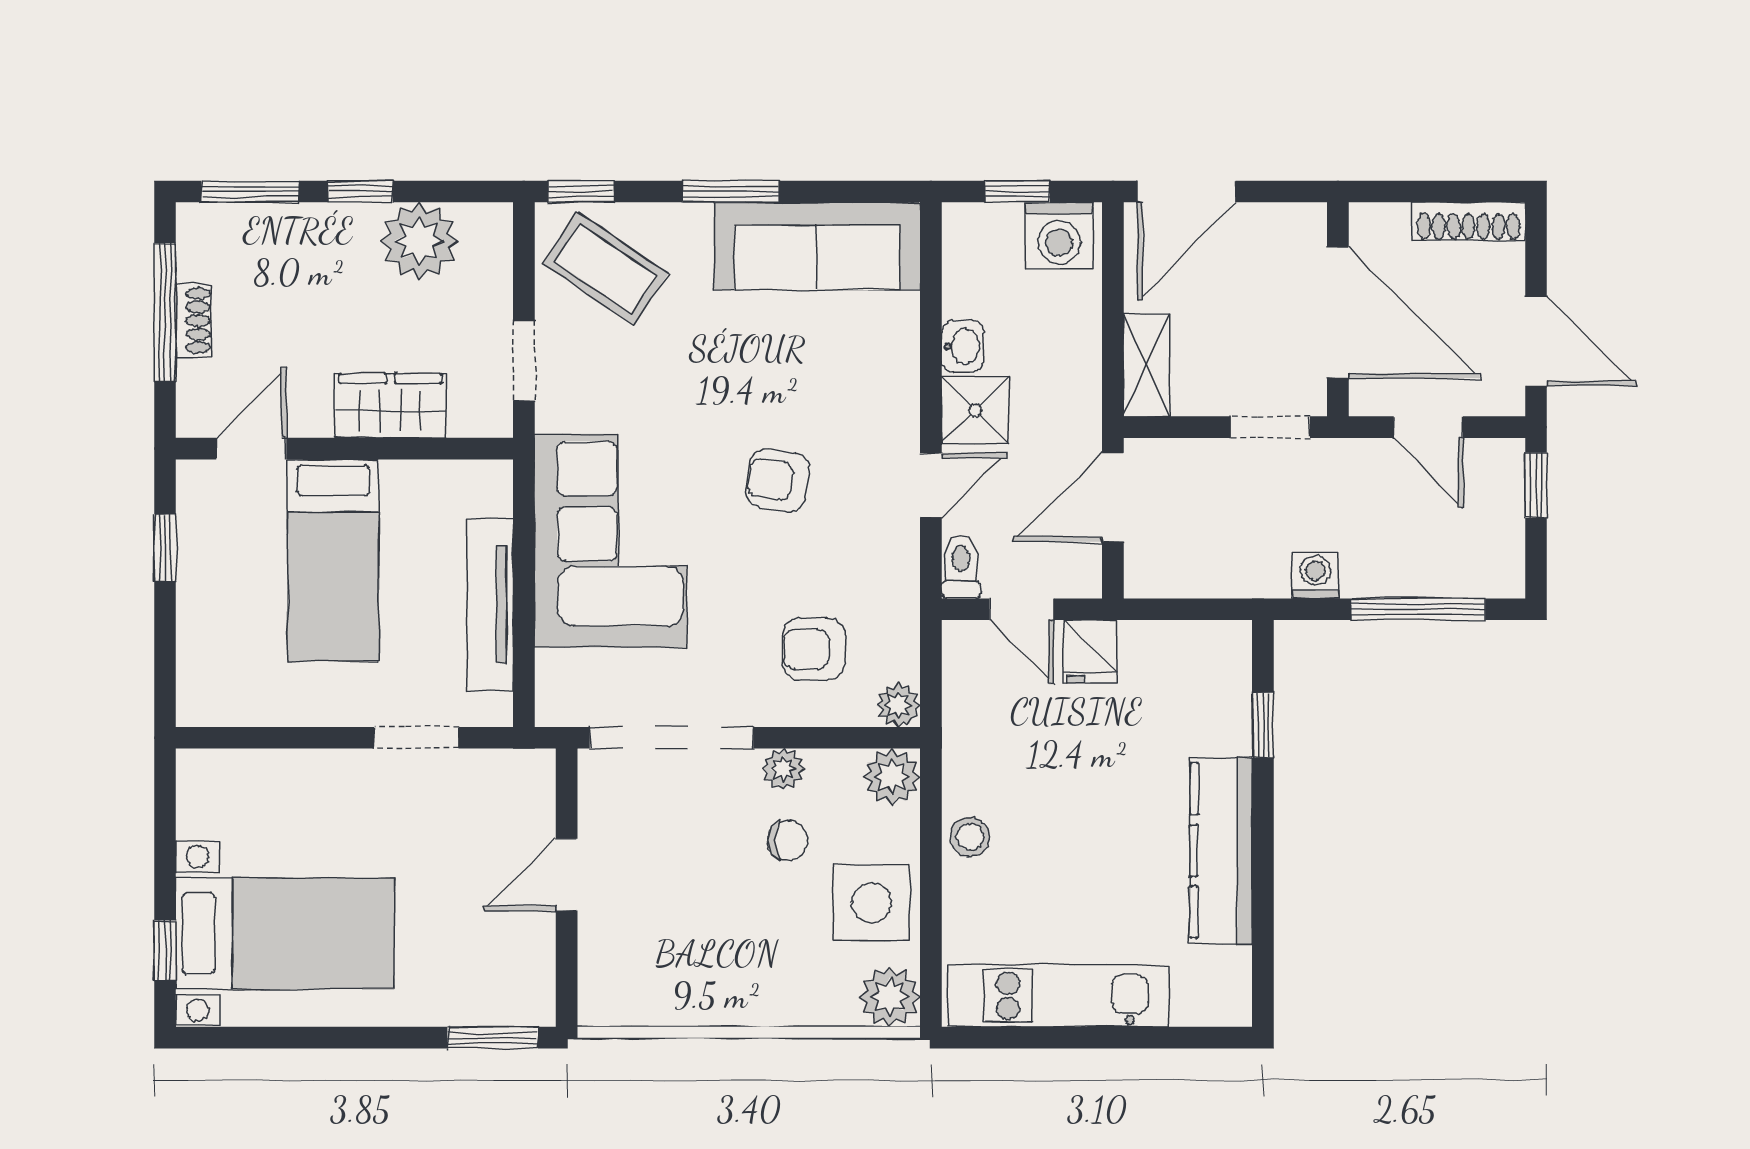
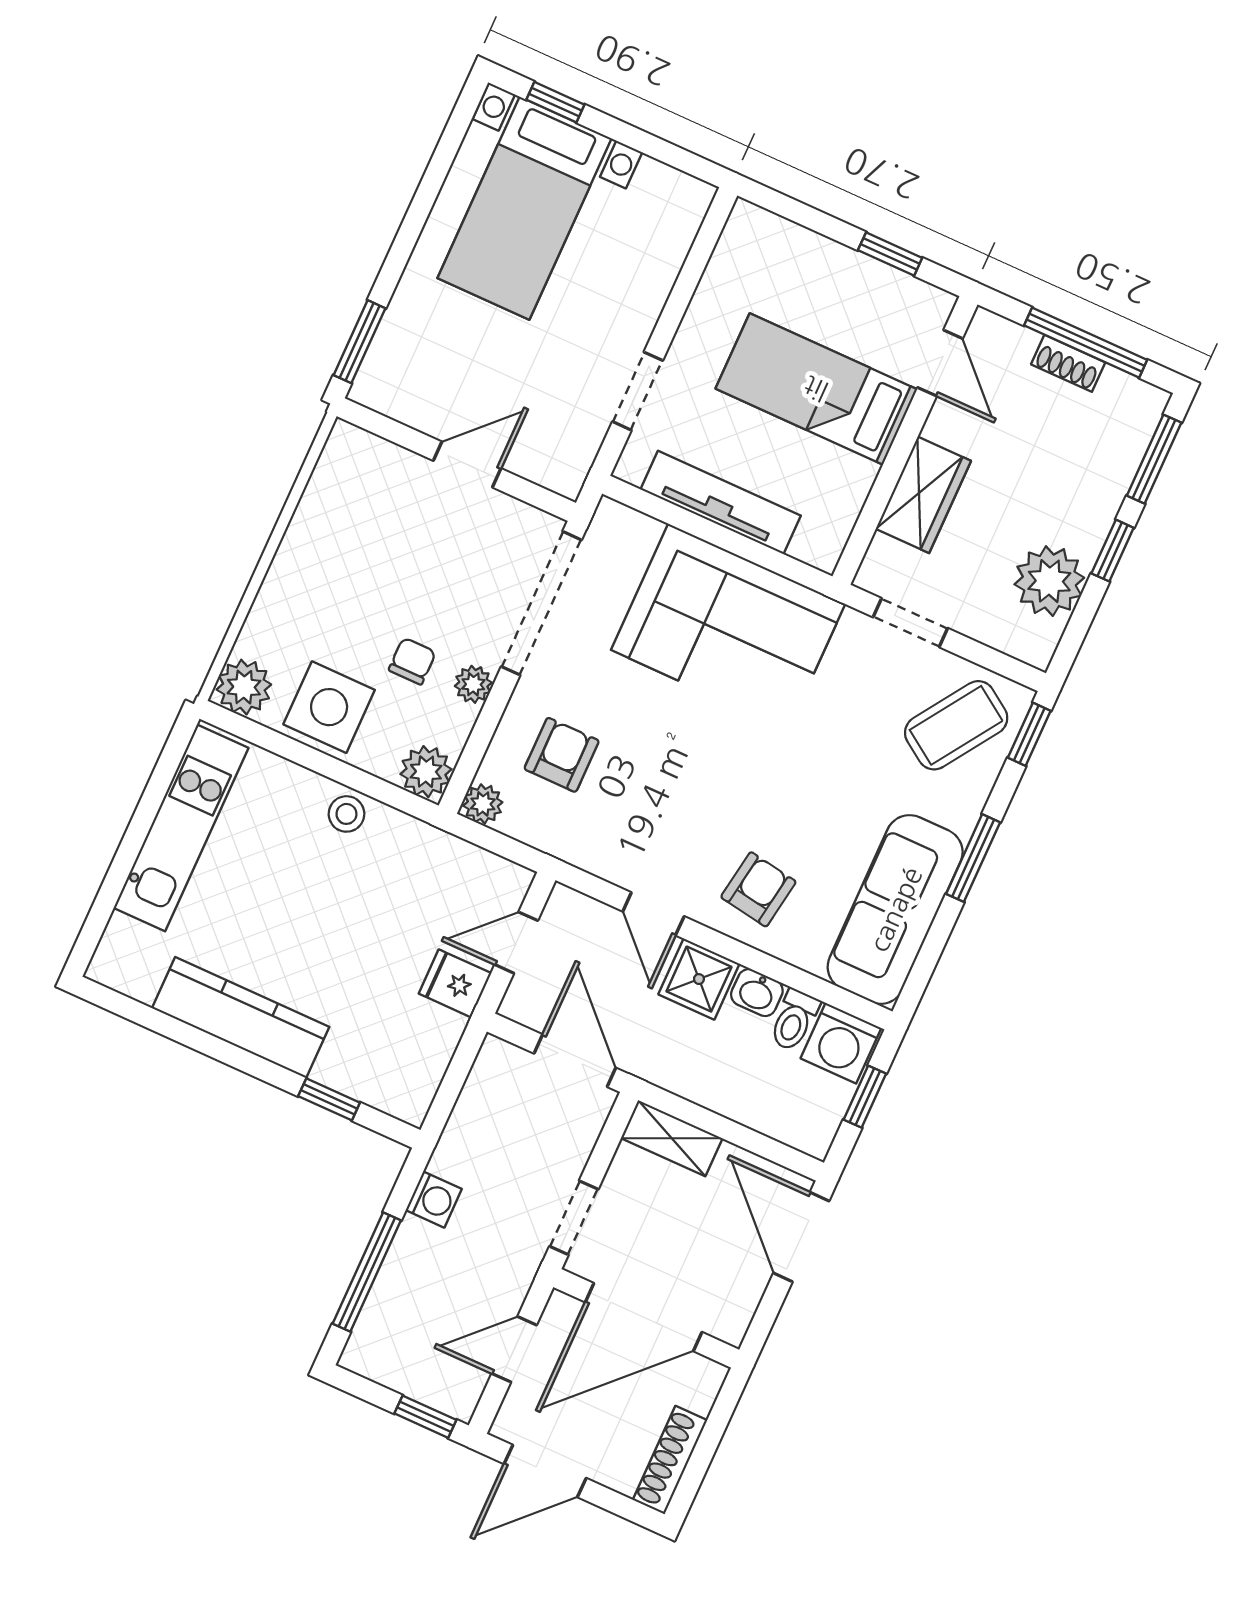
washing machine: (1059, 236) -> (841, 1043), moved, turned -90
armchair: (778, 480) -> (758, 889), moved
toilet: (961, 567) -> (794, 1020), moved, turned 90
chair: (788, 840) -> (412, 661), turned 180
door: (567, 875) -> (467, 464), hinge flipped

